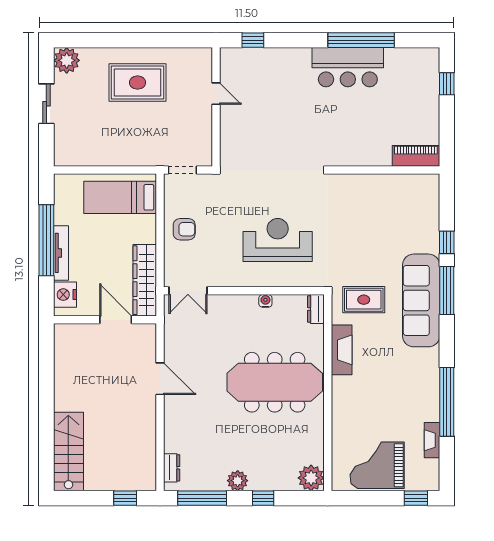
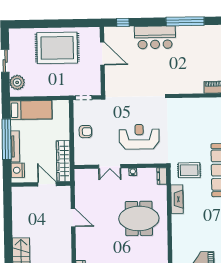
plant: (67, 60) -> (17, 82), moved
bar counter: (348, 67) -> (155, 37), moved
rug: (137, 83) -> (57, 48), width x1.37, depth x1.44
door: (216, 94) -> (102, 54), width x1.87
bed: (120, 197) -> (31, 110), moved, turned 180
double door: (188, 291) -> (110, 166), moved
meeting table: (275, 382) -> (139, 218), width x0.73

